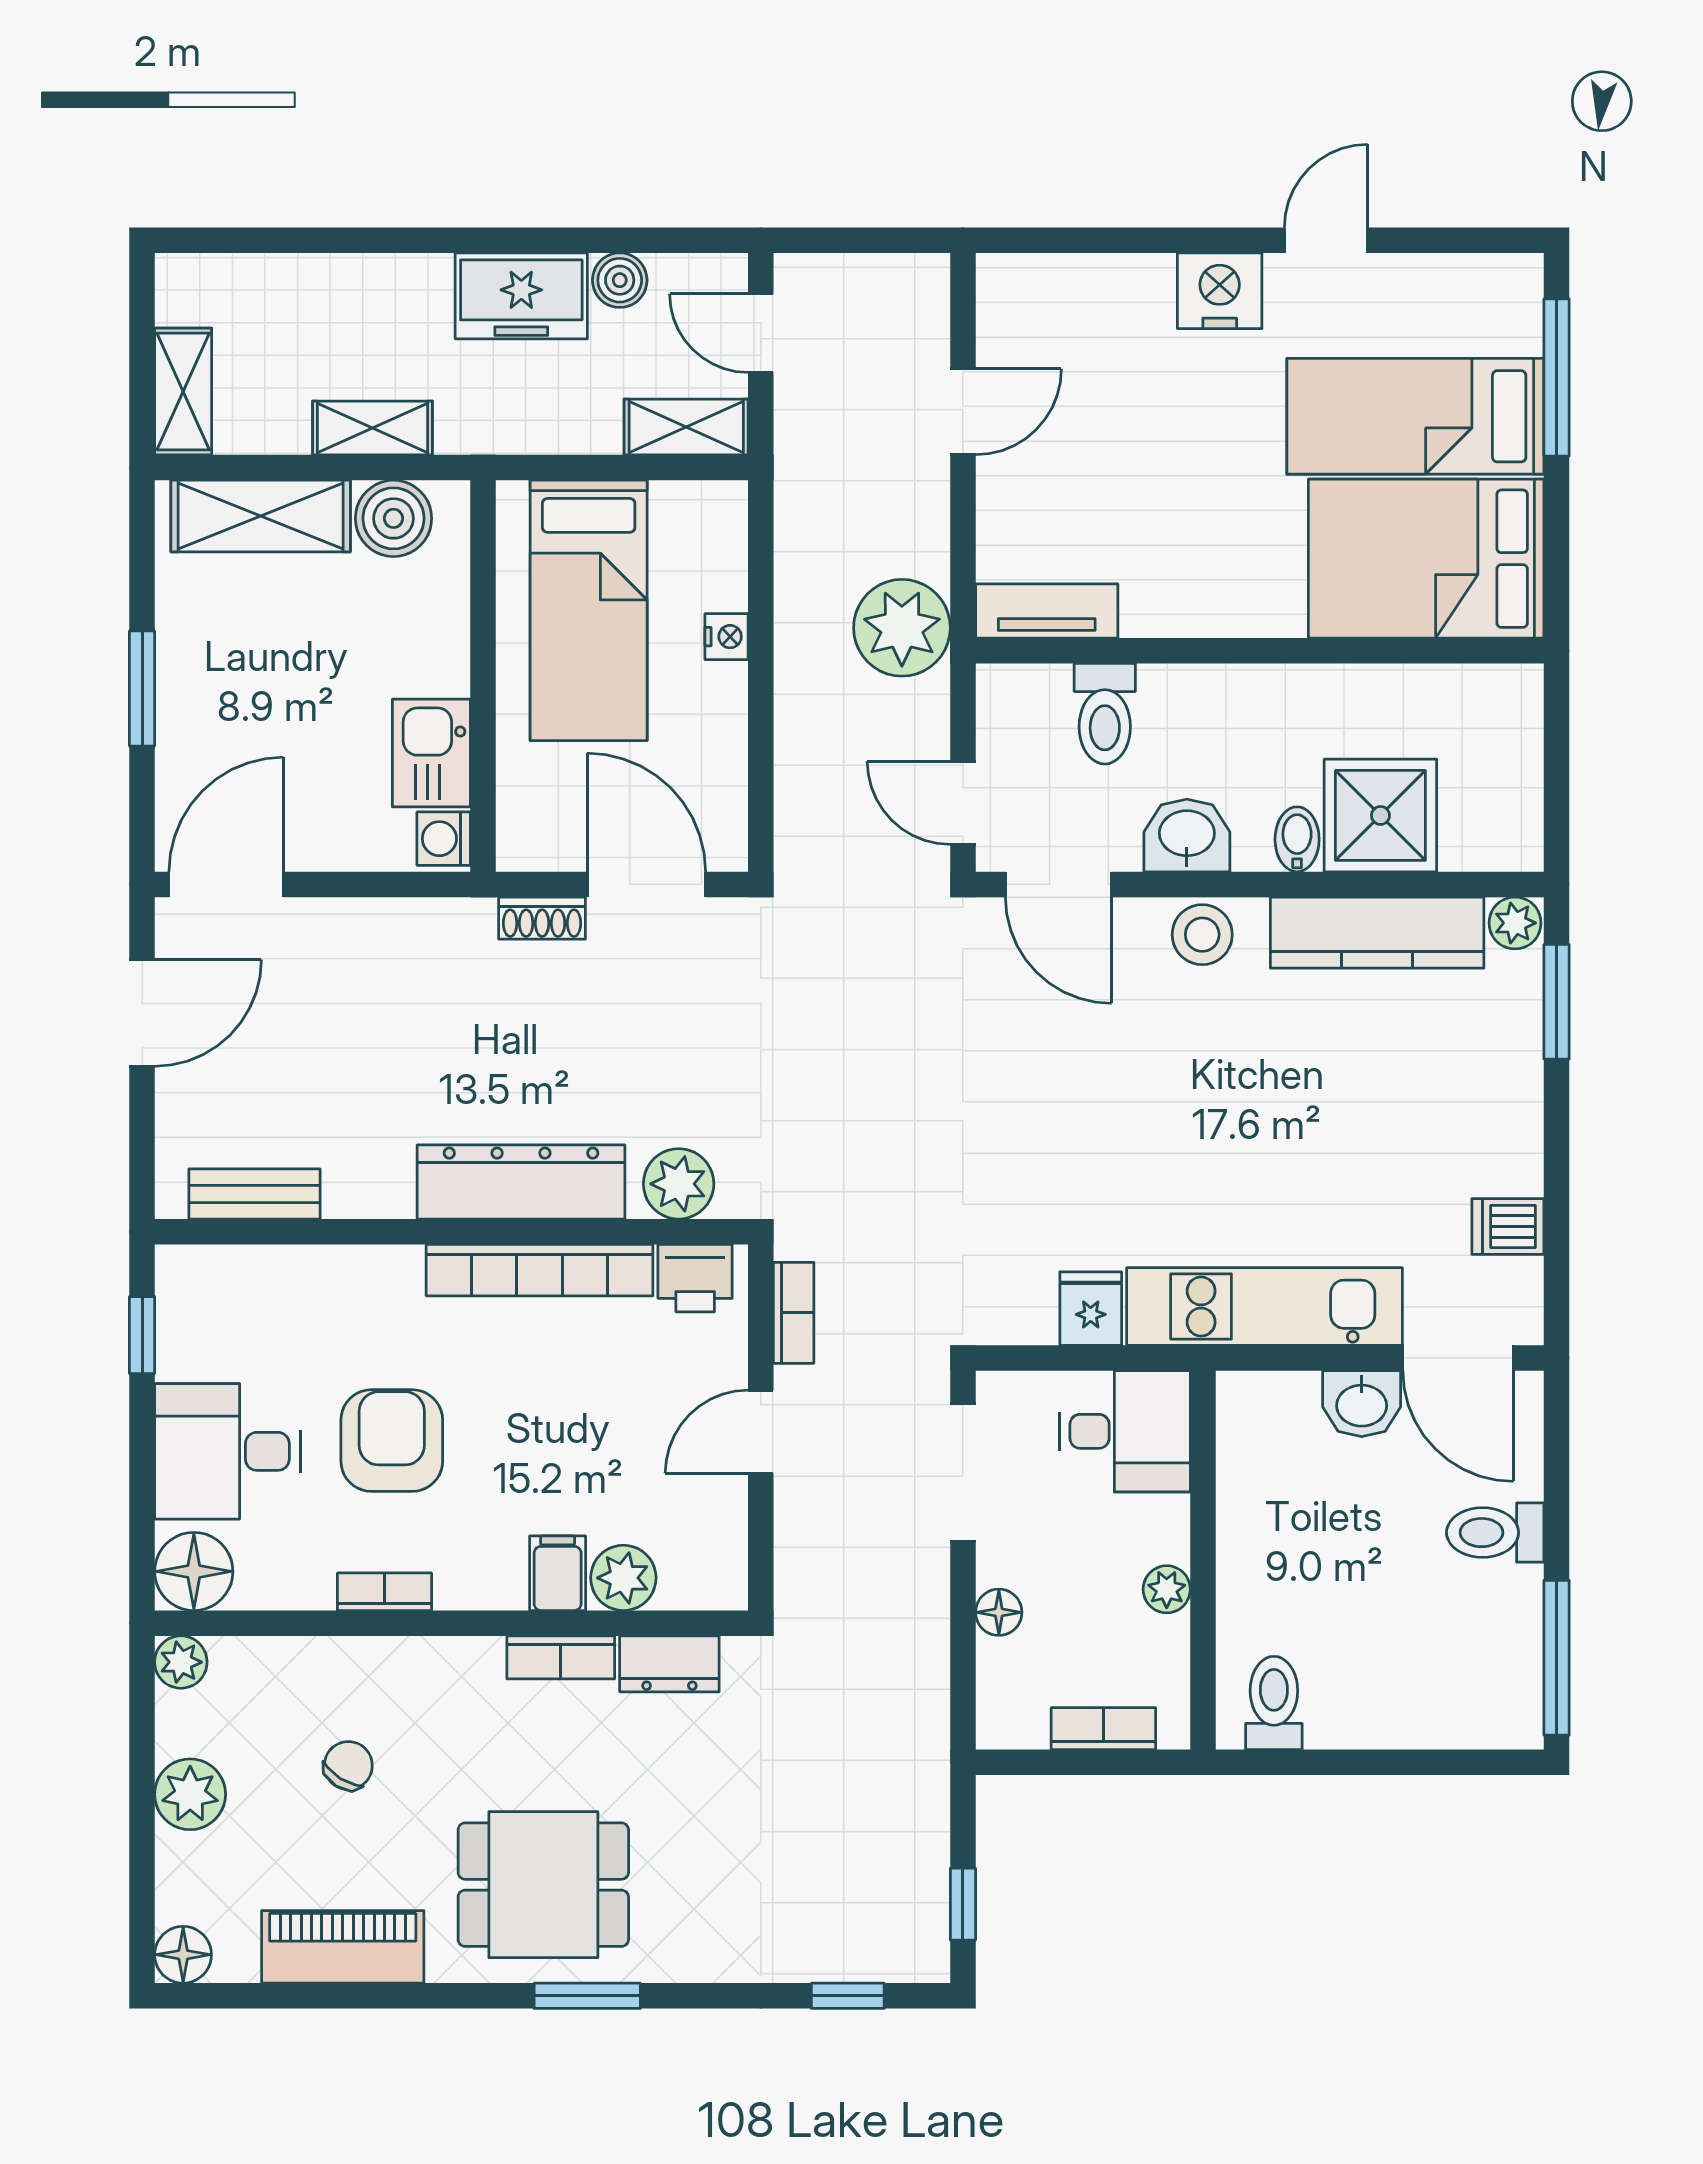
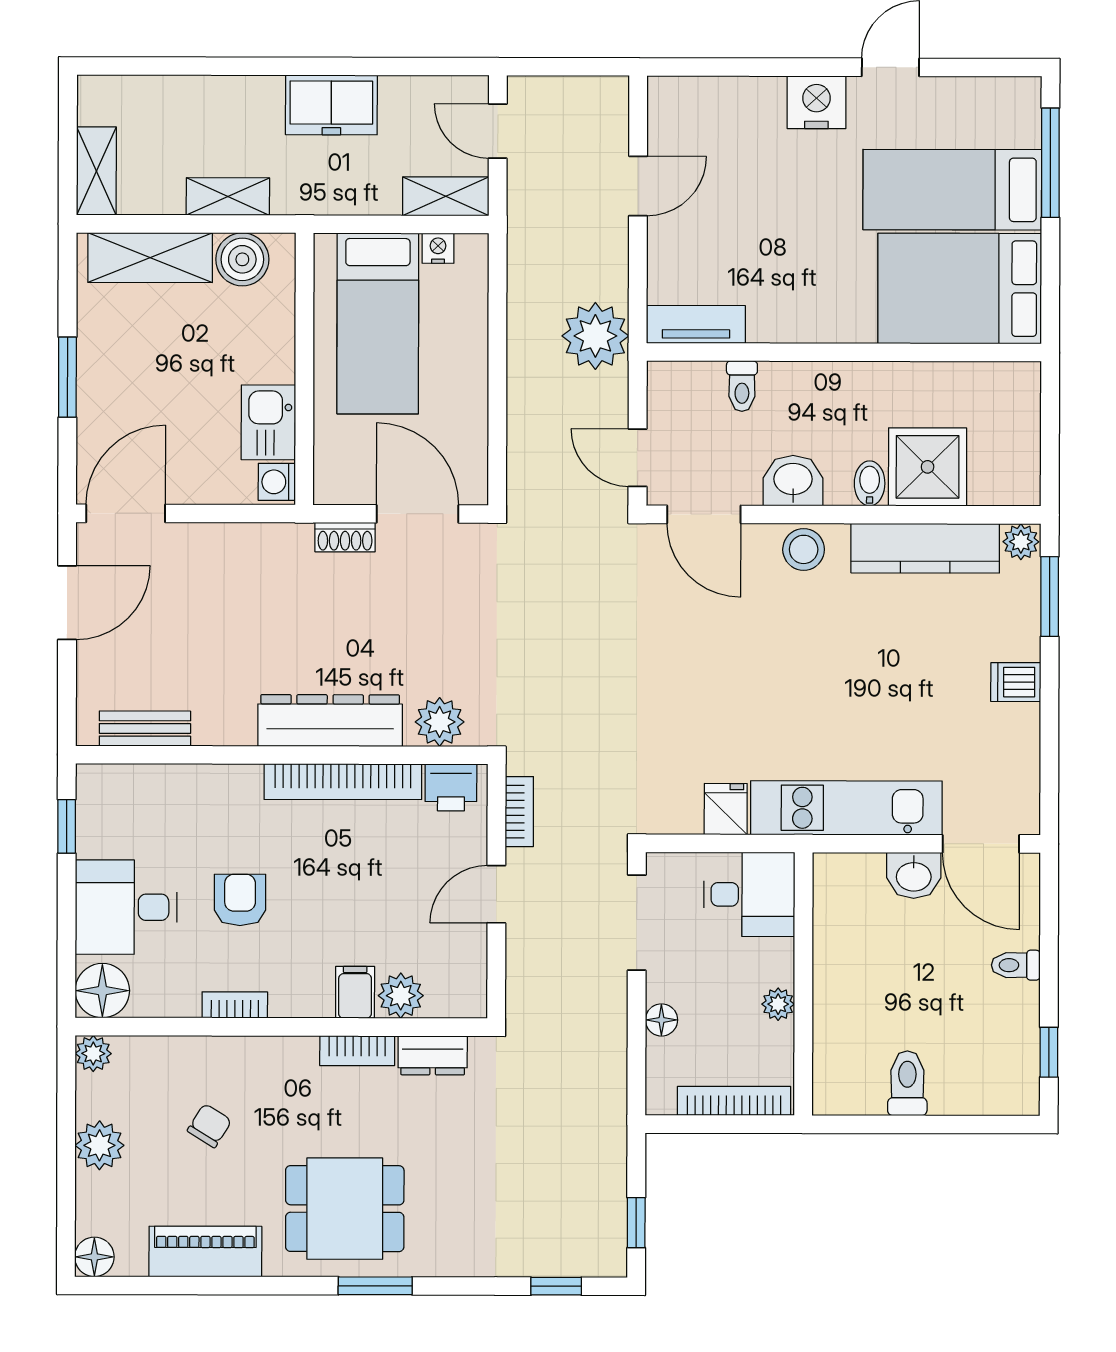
boiler: (620, 280) -> (400, 94), removed
nightstand: (727, 637) -> (438, 248), moved, turned -90
toilet: (1105, 714) -> (742, 386), width x0.73, depth x0.72
dishwasher: (1508, 1227) -> (1016, 682), moved
armchair: (392, 1441) -> (240, 900), width x0.72, depth x0.72
toilet: (1495, 1533) -> (1016, 965), width x0.73, depth x0.72
window: (1557, 1658) -> (1049, 1052), width x0.46
toilet: (1274, 1703) -> (907, 1083), moved
bookcase: (1103, 1729) -> (734, 1101), width x1.56

